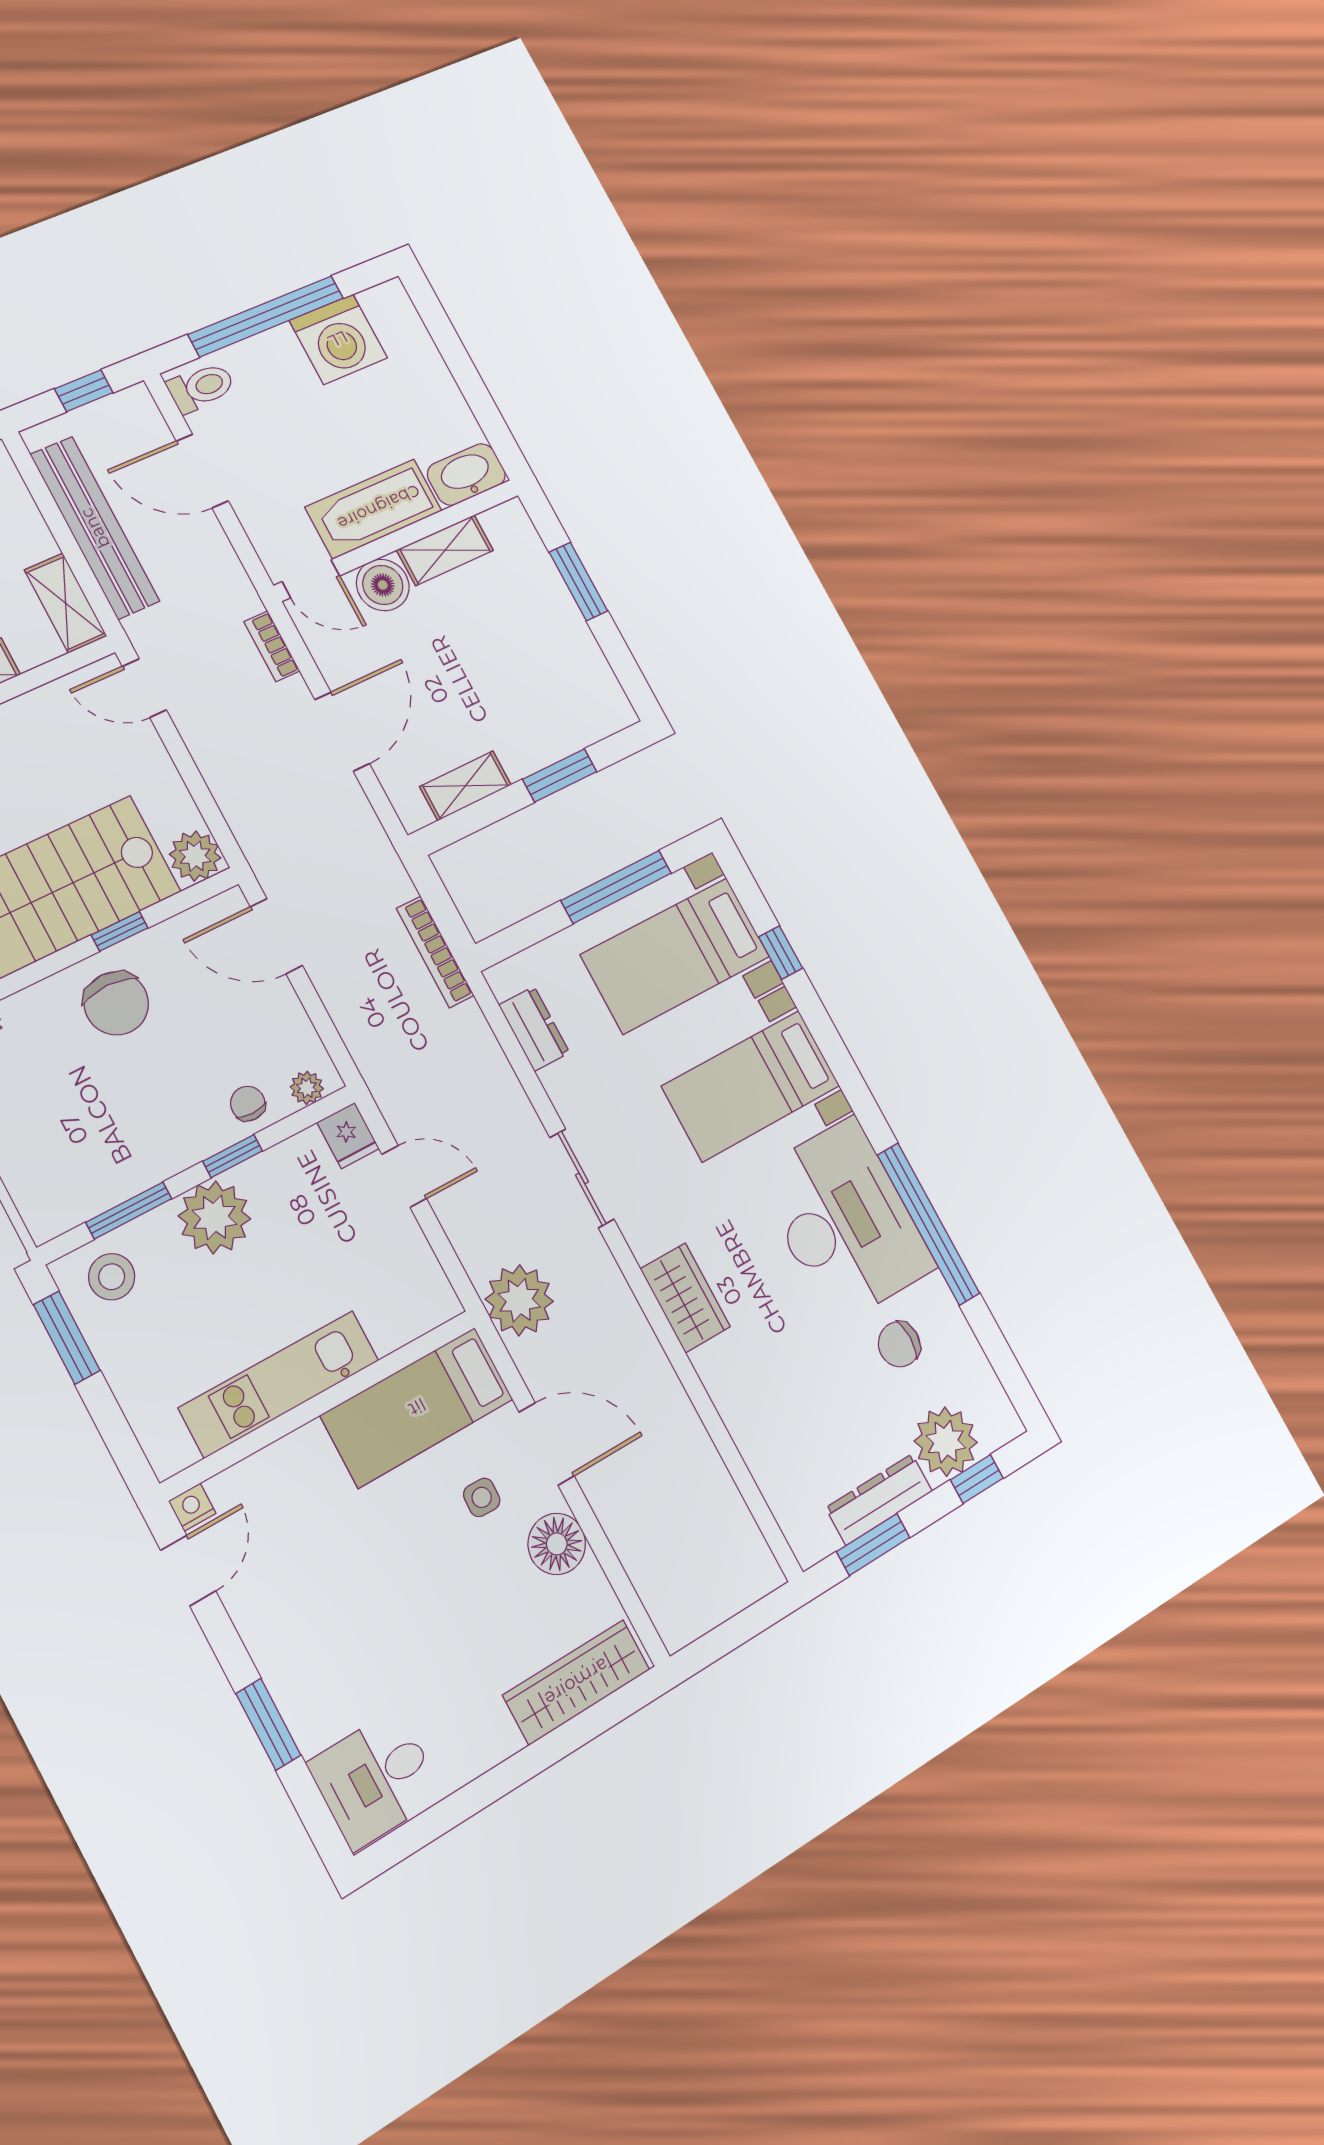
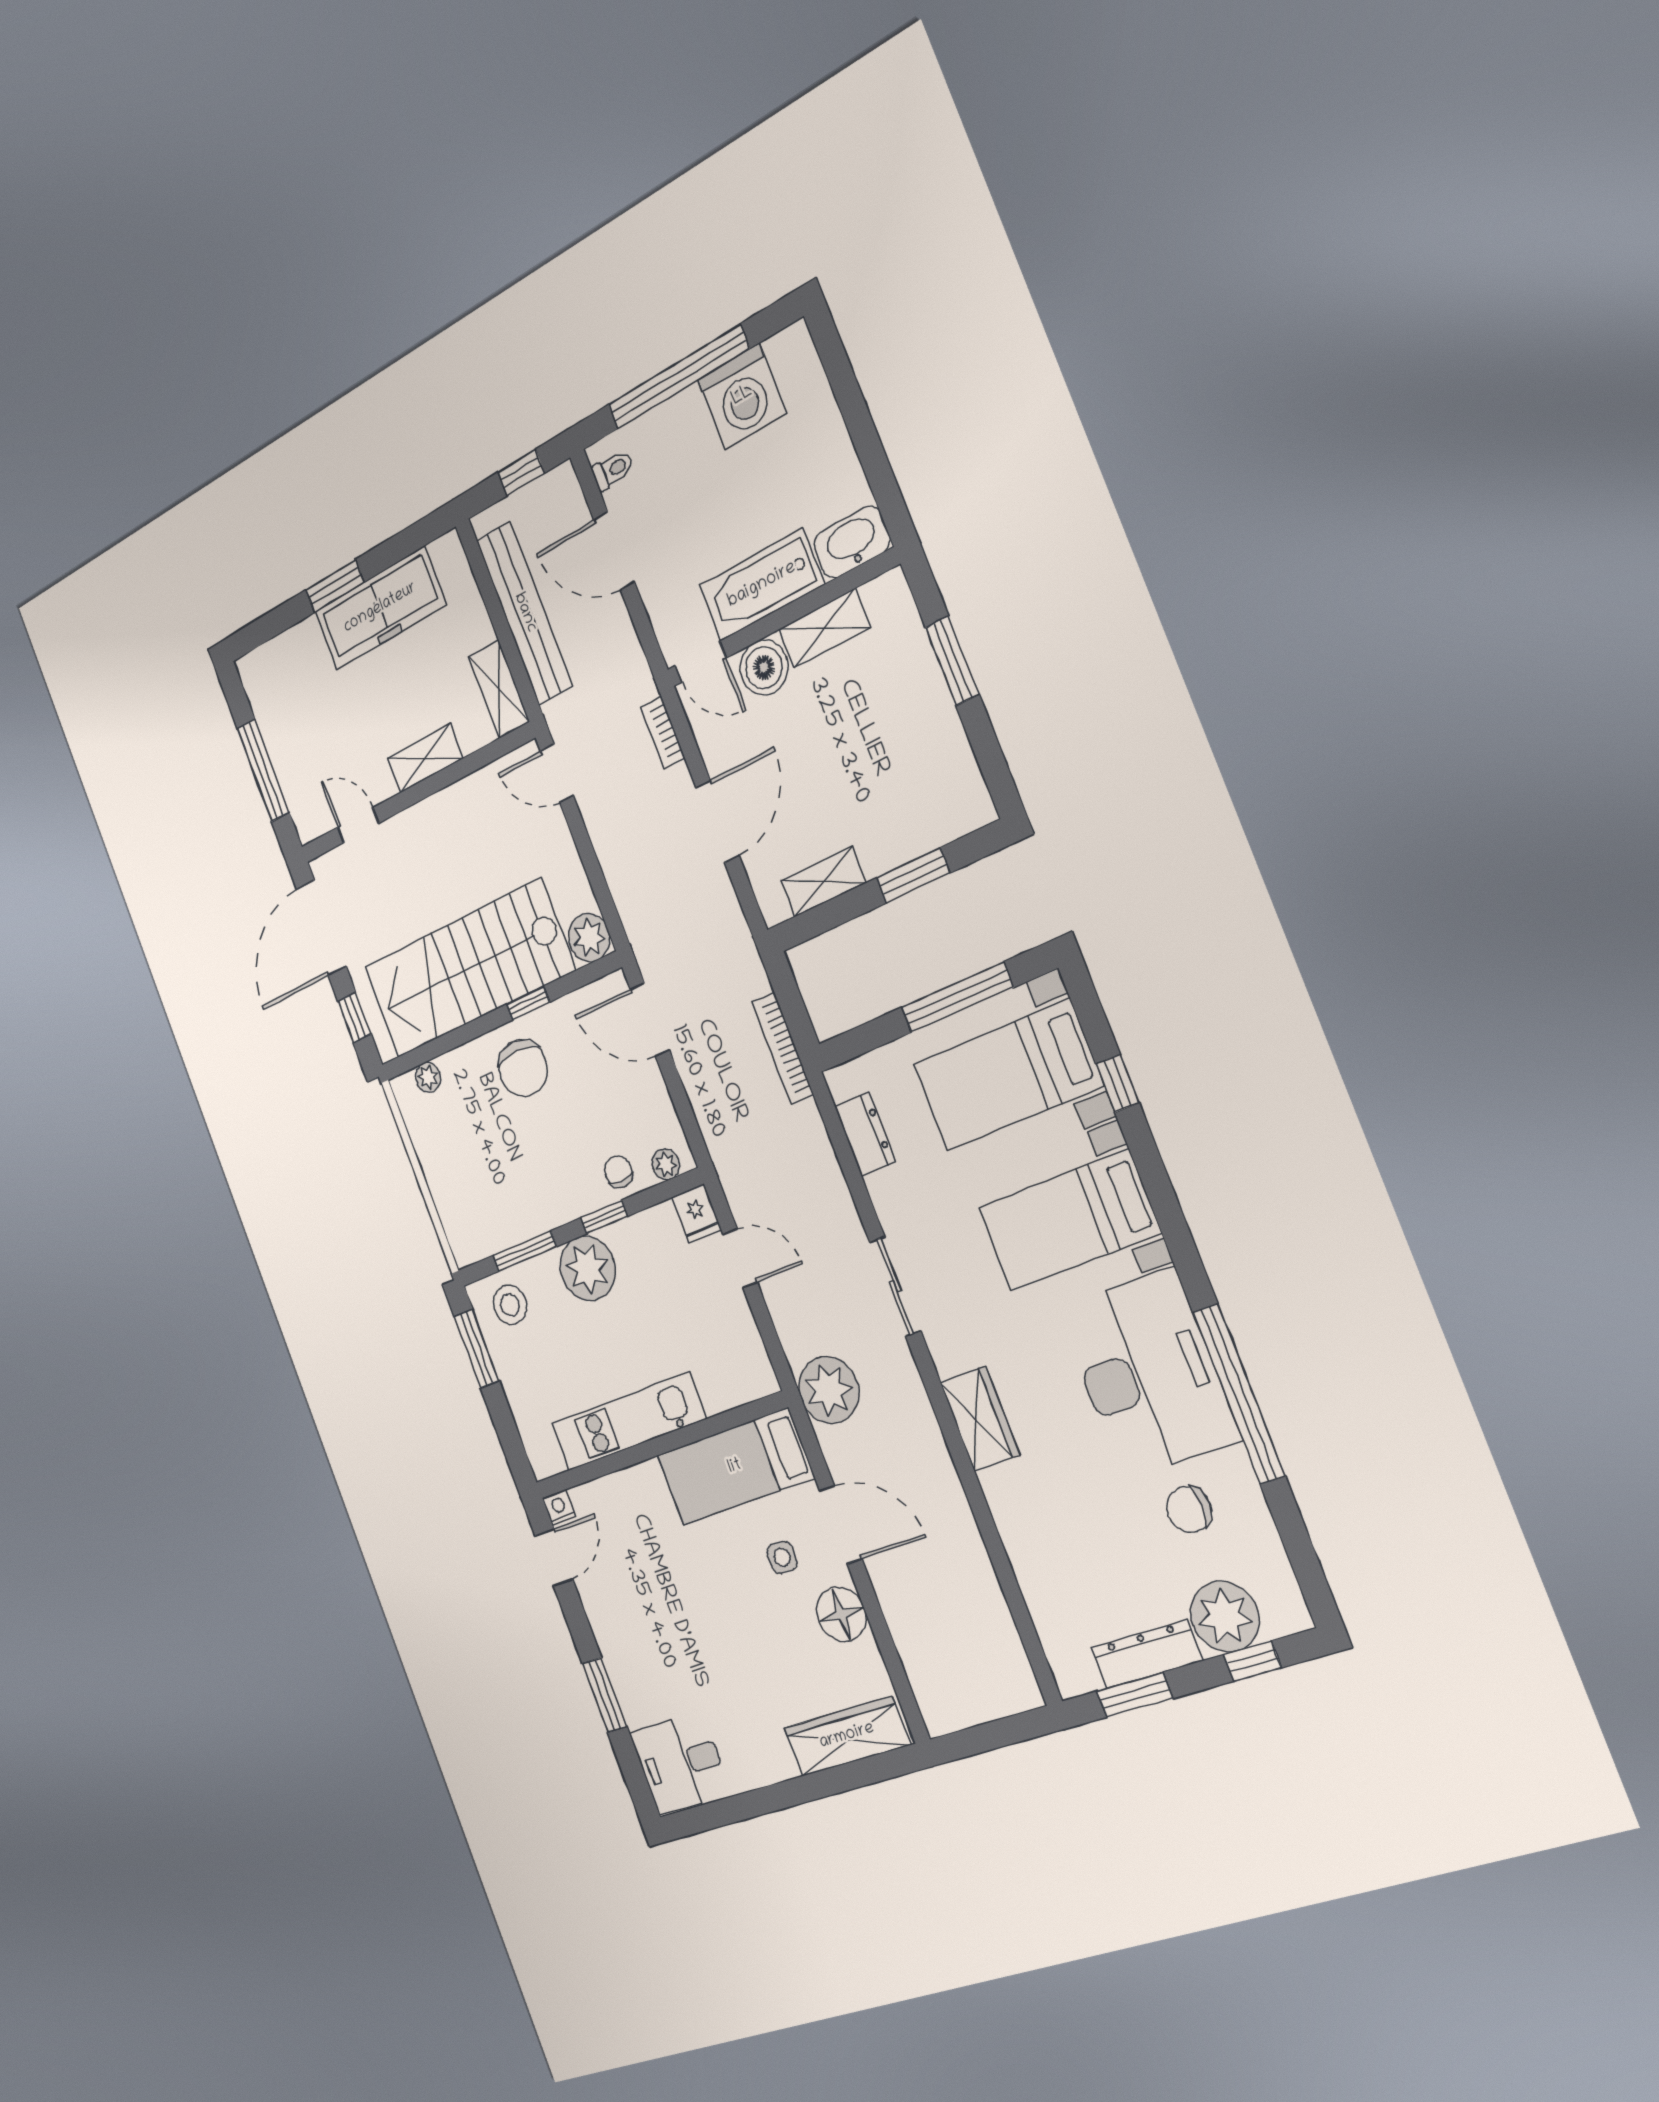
toilet: (201, 387) -> (613, 470), width x0.73, depth x0.72

